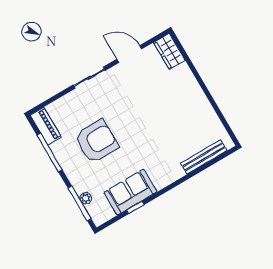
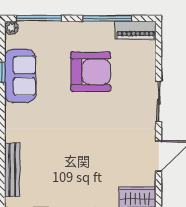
armchair: (96, 141) -> (91, 72), turned -90
plant: (86, 198) -> (11, 28), moved

